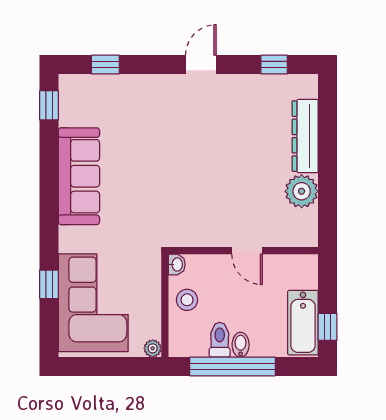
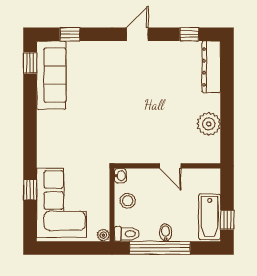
dresser: (305, 136) -> (211, 67), moved
sofa: (79, 176) -> (51, 75), moved
toilet: (220, 340) -> (127, 234), moved, turned 90

